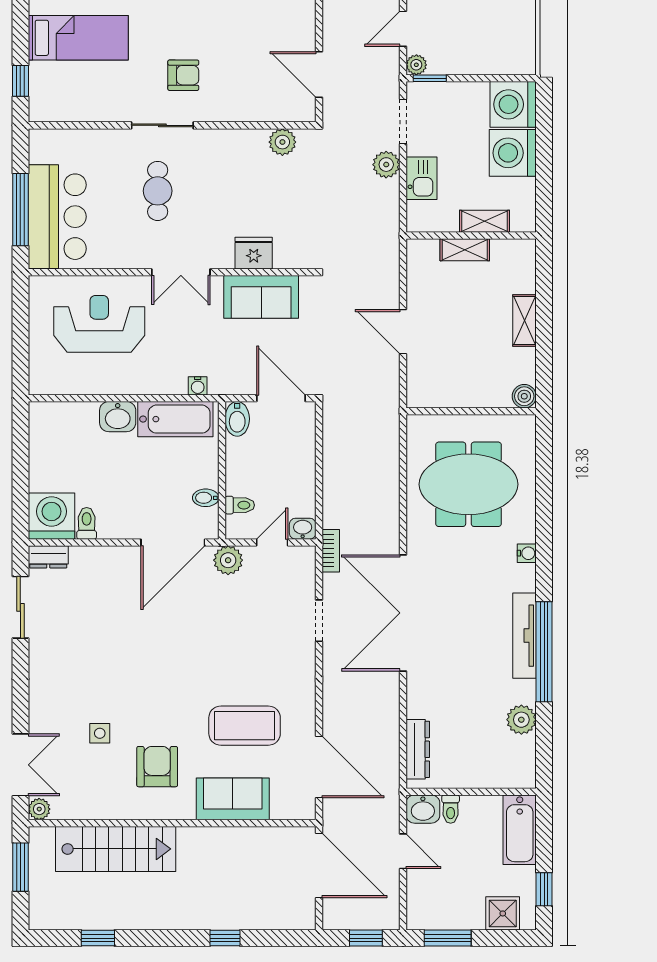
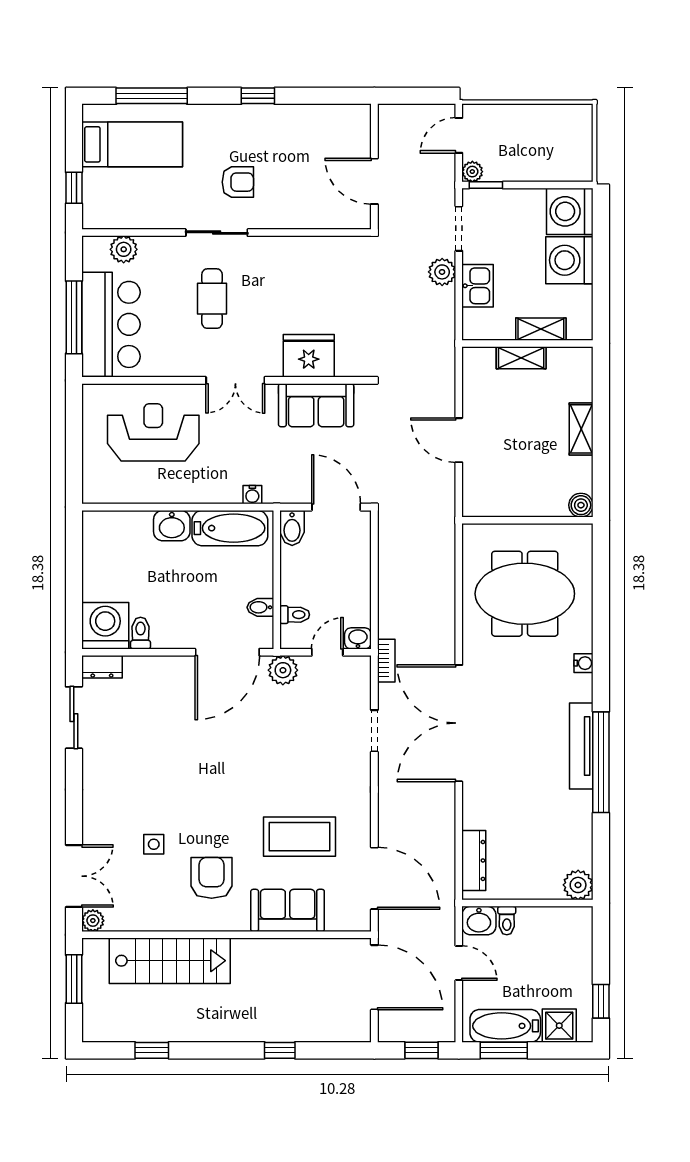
plant: (282, 142) -> (124, 249), moved
fridge: (254, 253) -> (309, 356), width x1.36, depth x1.34
plant: (521, 720) -> (578, 885), moved
bathtub: (520, 830) -> (505, 1026), moved, turned 90

